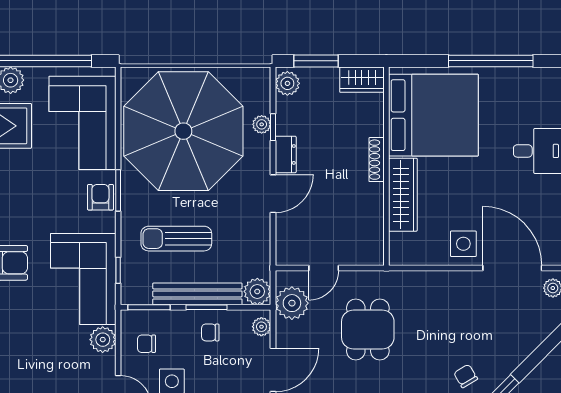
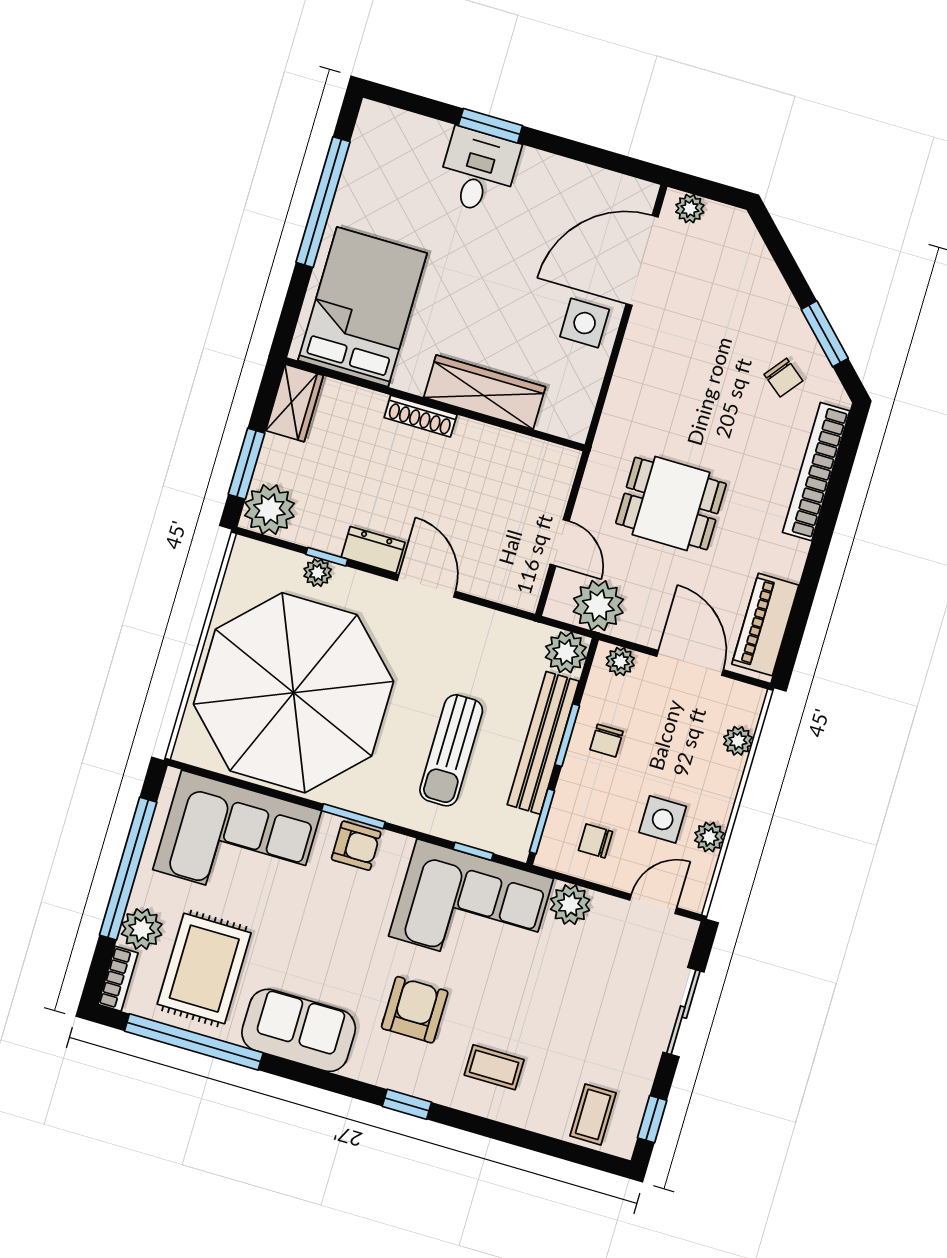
plant: (287, 83) -> (269, 510), width x1.36, depth x1.36
bed: (433, 115) -> (363, 307), width x0.73
armchair: (100, 197) -> (356, 846), turned 180
chair: (146, 344) -> (595, 841), turned 90
chair: (466, 376) -> (783, 378), turned -111

